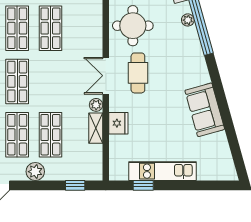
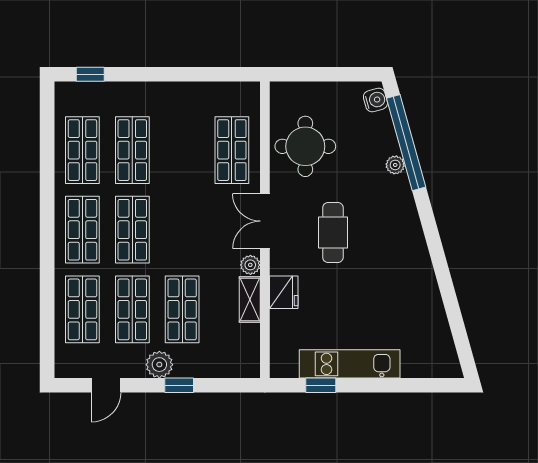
plant: (188, 20) -> (395, 165), moved
shop shelf: (50, 28) -> (232, 150), moved
cafe table: (138, 73) -> (333, 233), moved
sofa: (205, 110) -> (413, 272), removed
window: (75, 185) -> (179, 385), moved

